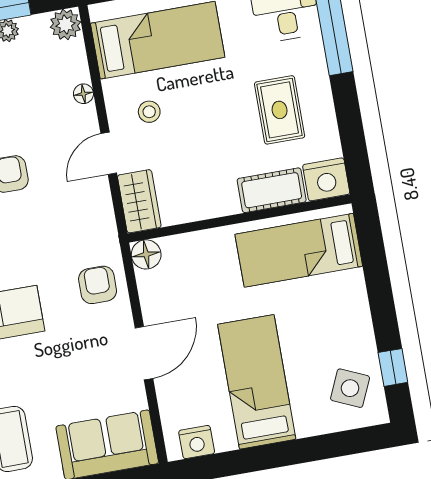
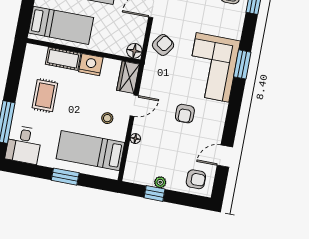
plant: (65, 25) -> (131, 175), removed
nightstand: (326, 179) -> (91, 65), moved
armchair: (98, 285) -> (163, 45), turned -146

